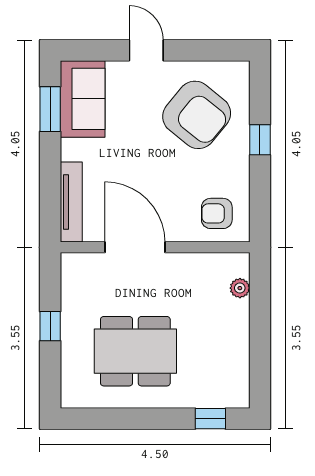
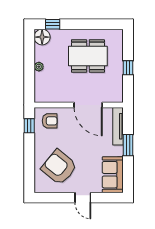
window: (50, 109) -> (128, 145), moved
window: (260, 140) -> (29, 126), moved
plant: (240, 288) -> (39, 67), moved
floor lamp: (233, 391) -> (42, 37), added

